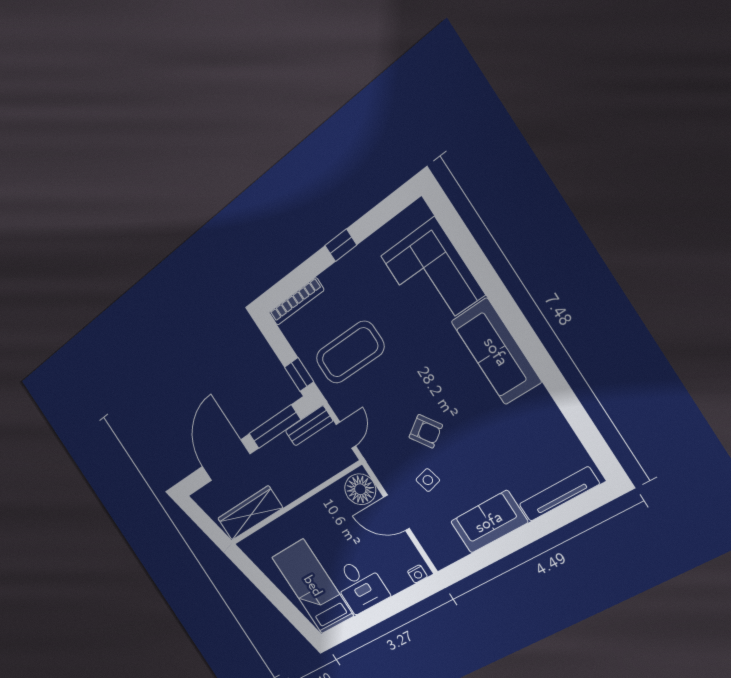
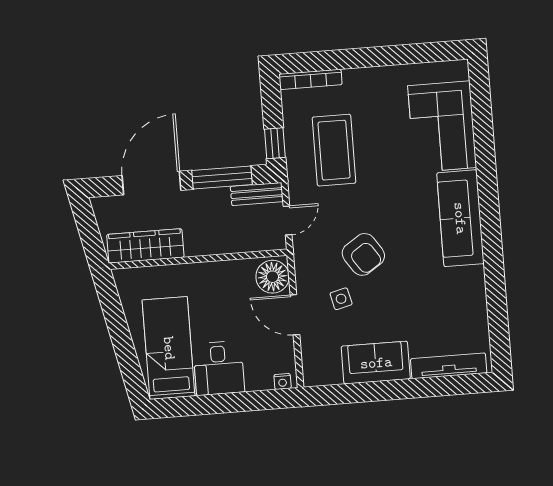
window: (341, 245) -> (378, 56), removed
coffee table: (350, 352) -> (334, 150), turned 90
armchair: (426, 431) -> (363, 254), width x1.38, depth x1.38

